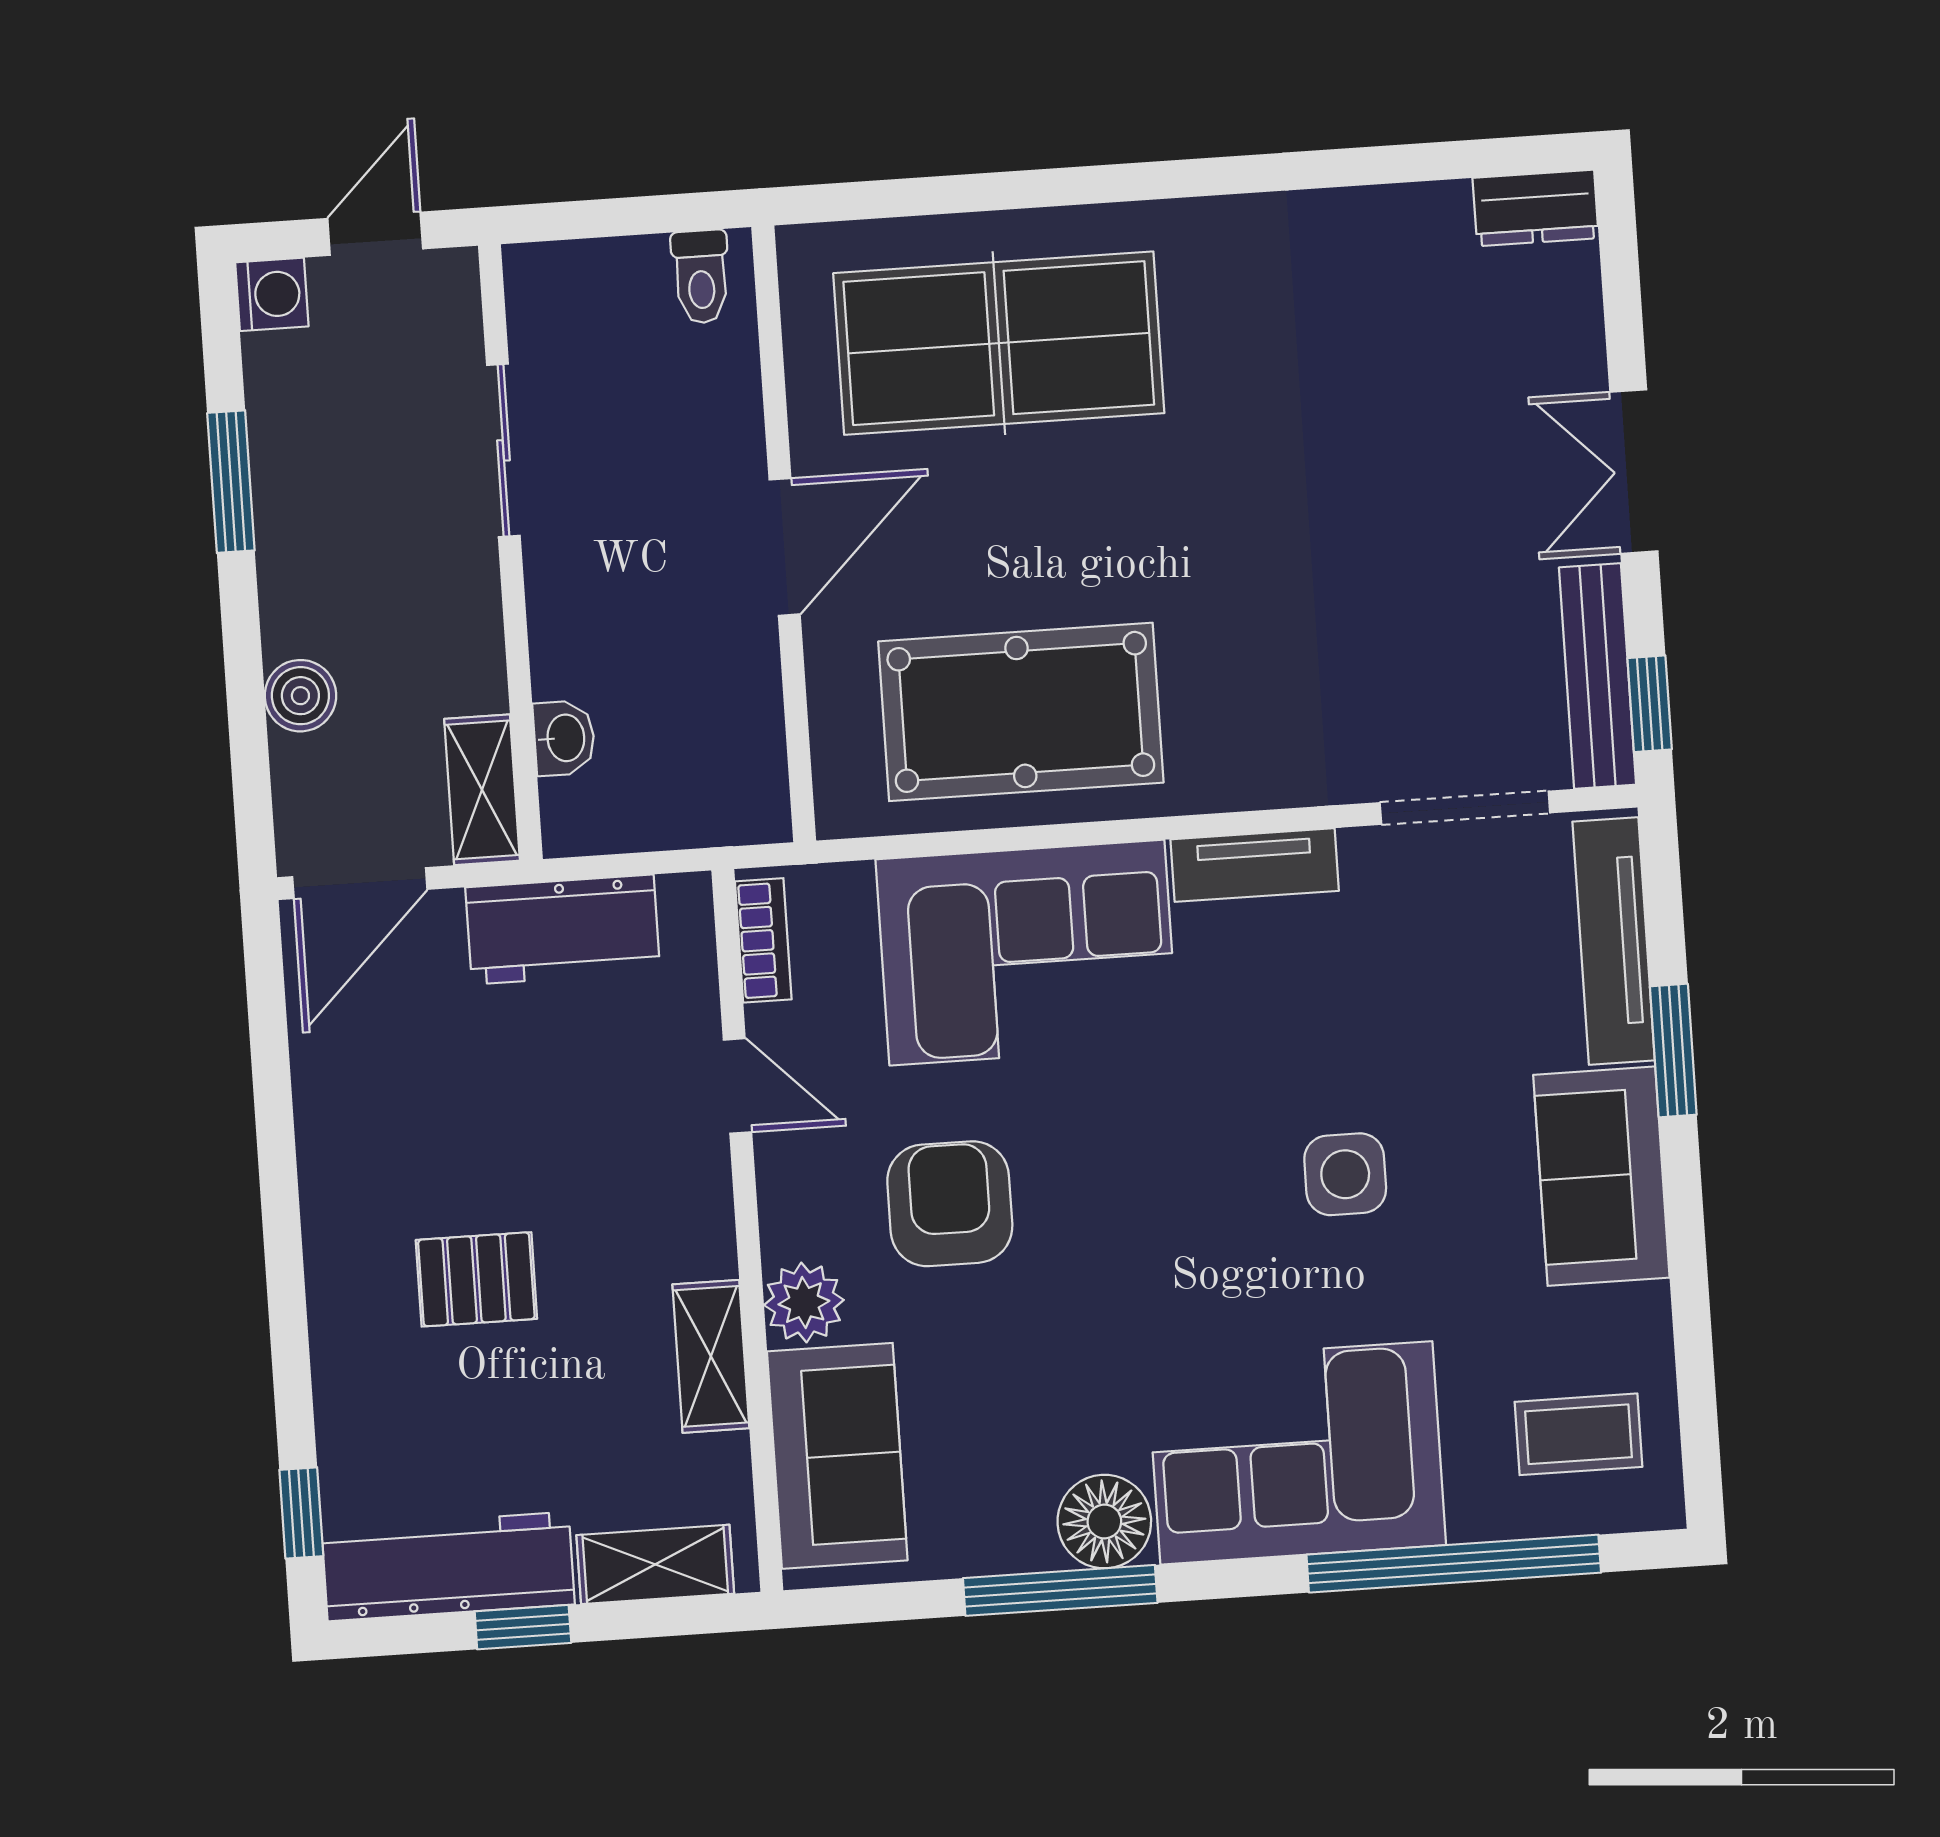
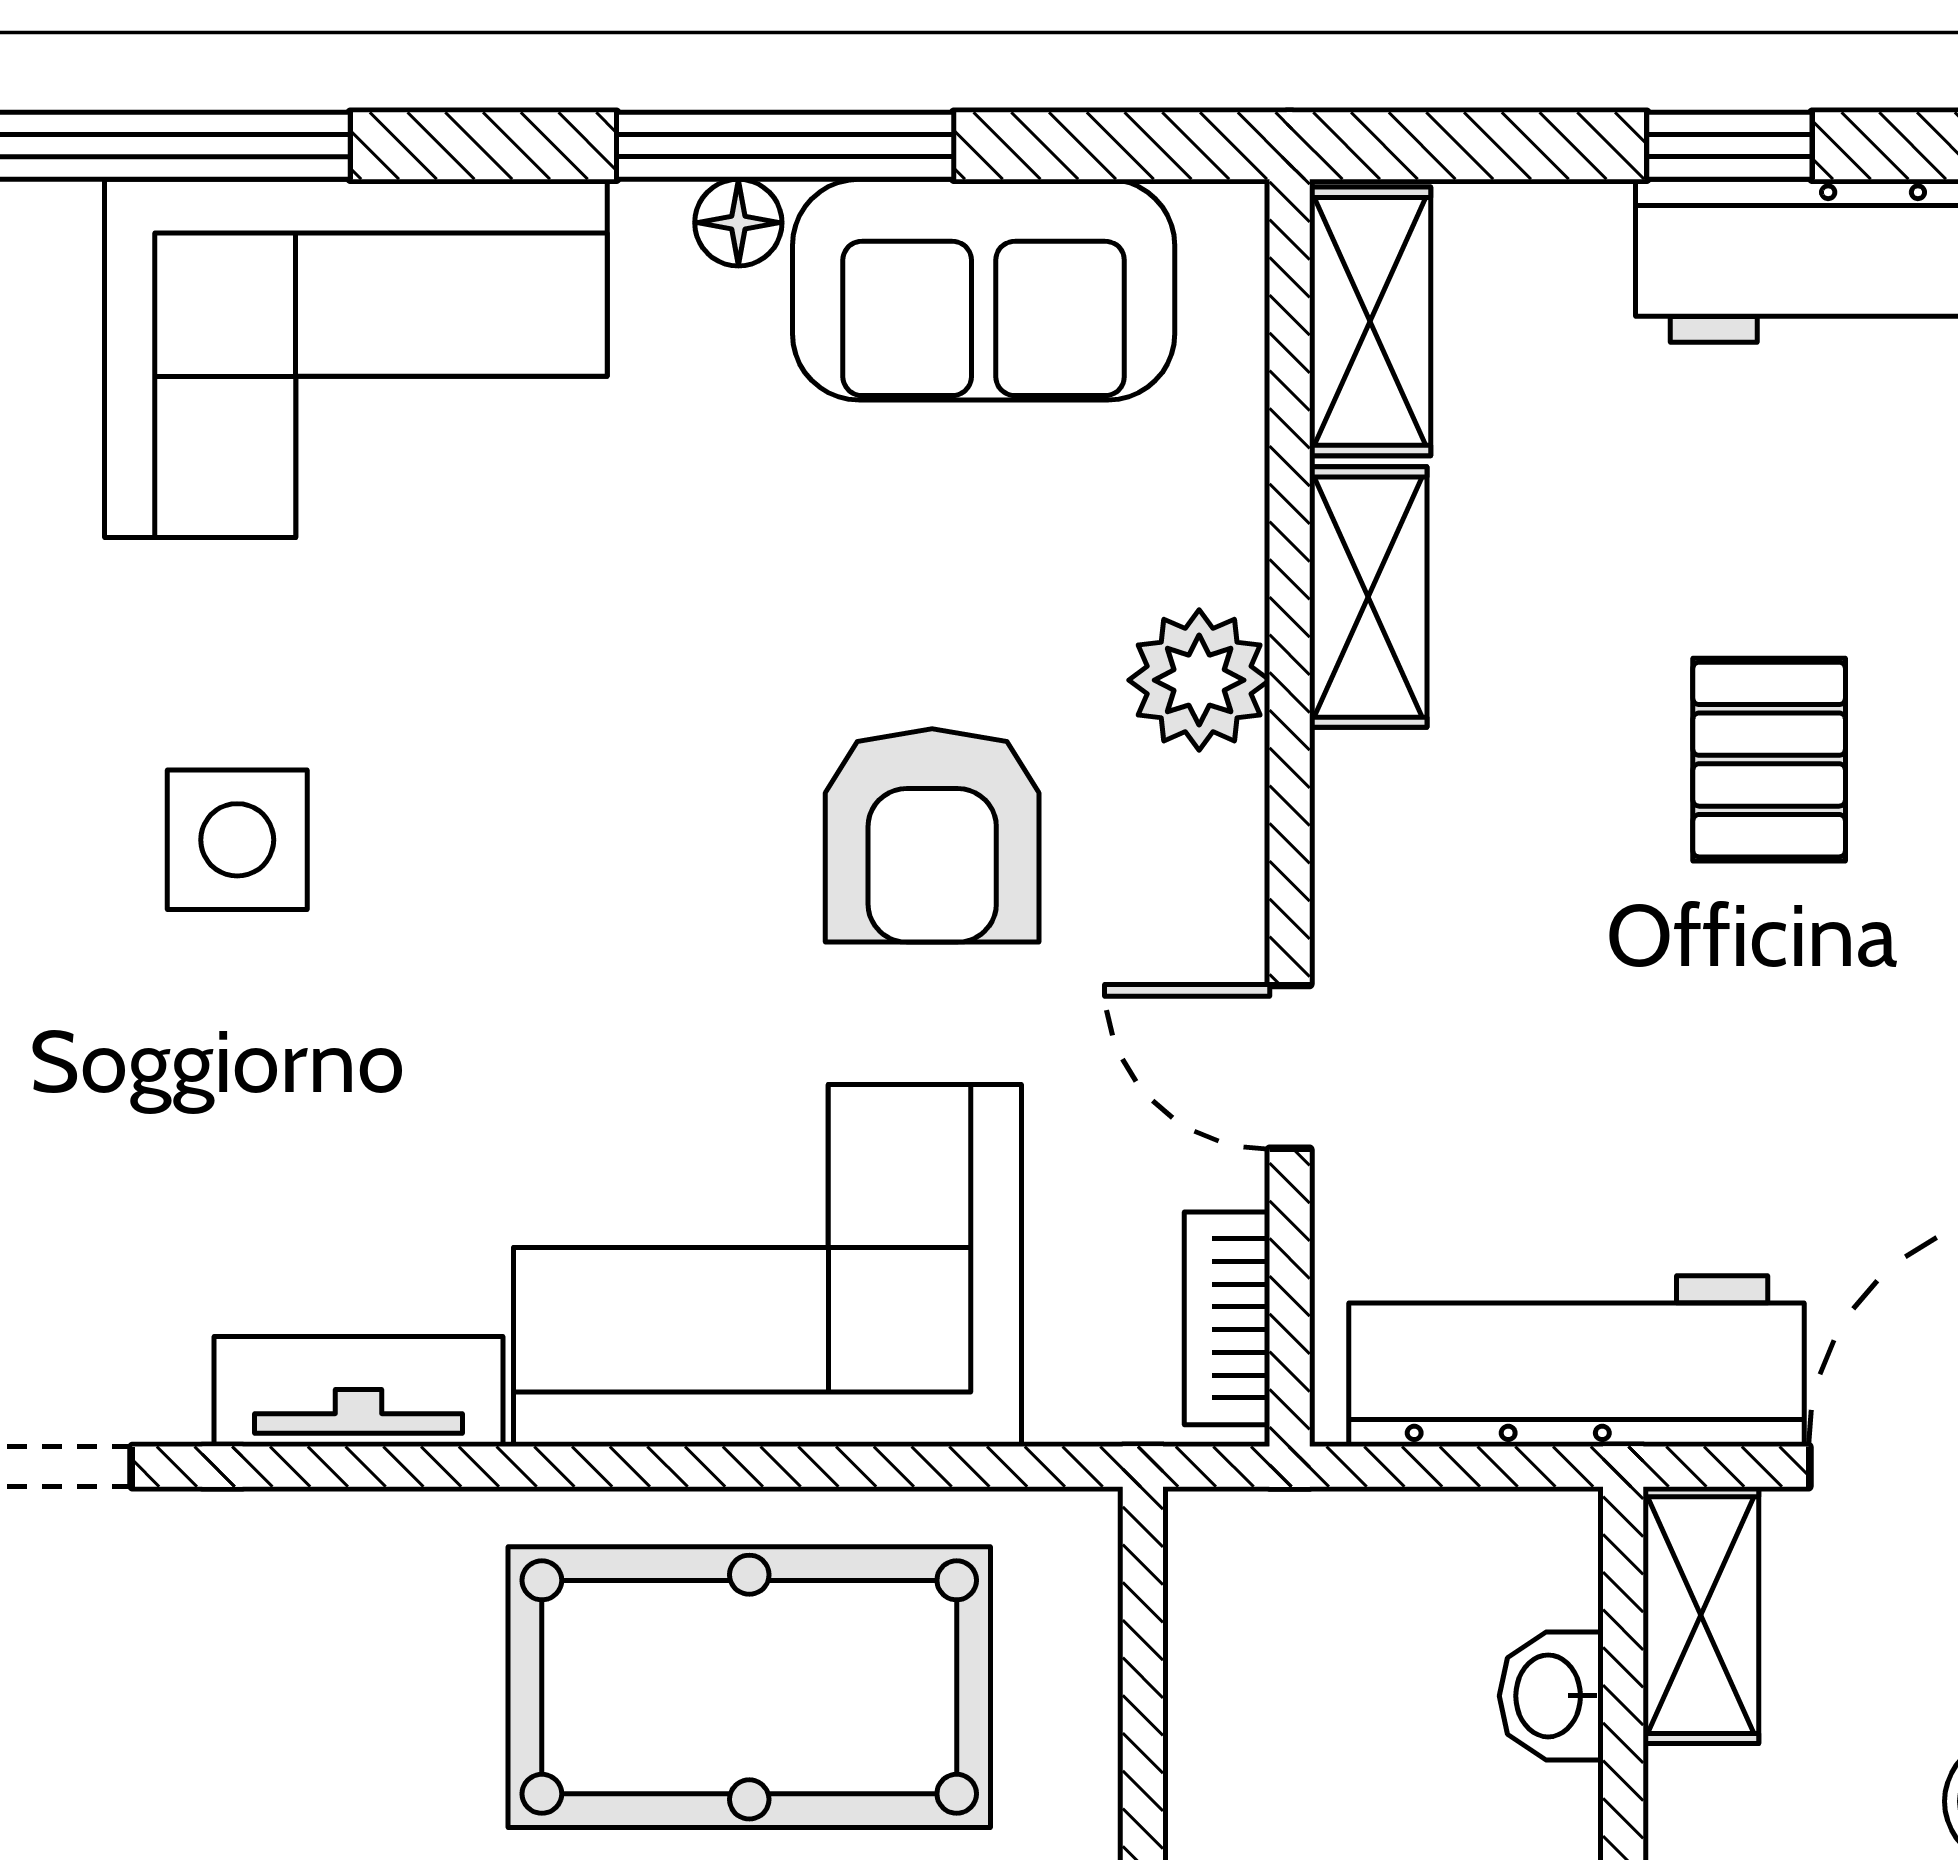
workbench: (563, 930) -> (1576, 1361), width x1.37
pallet: (476, 1279) -> (1769, 760), turned 90
sofa: (837, 1456) -> (984, 290), moved, turned -90
floor lamp: (1104, 1521) -> (738, 223), width x0.53, depth x0.53
shelving: (655, 1564) -> (1370, 321), moved, turned 90

